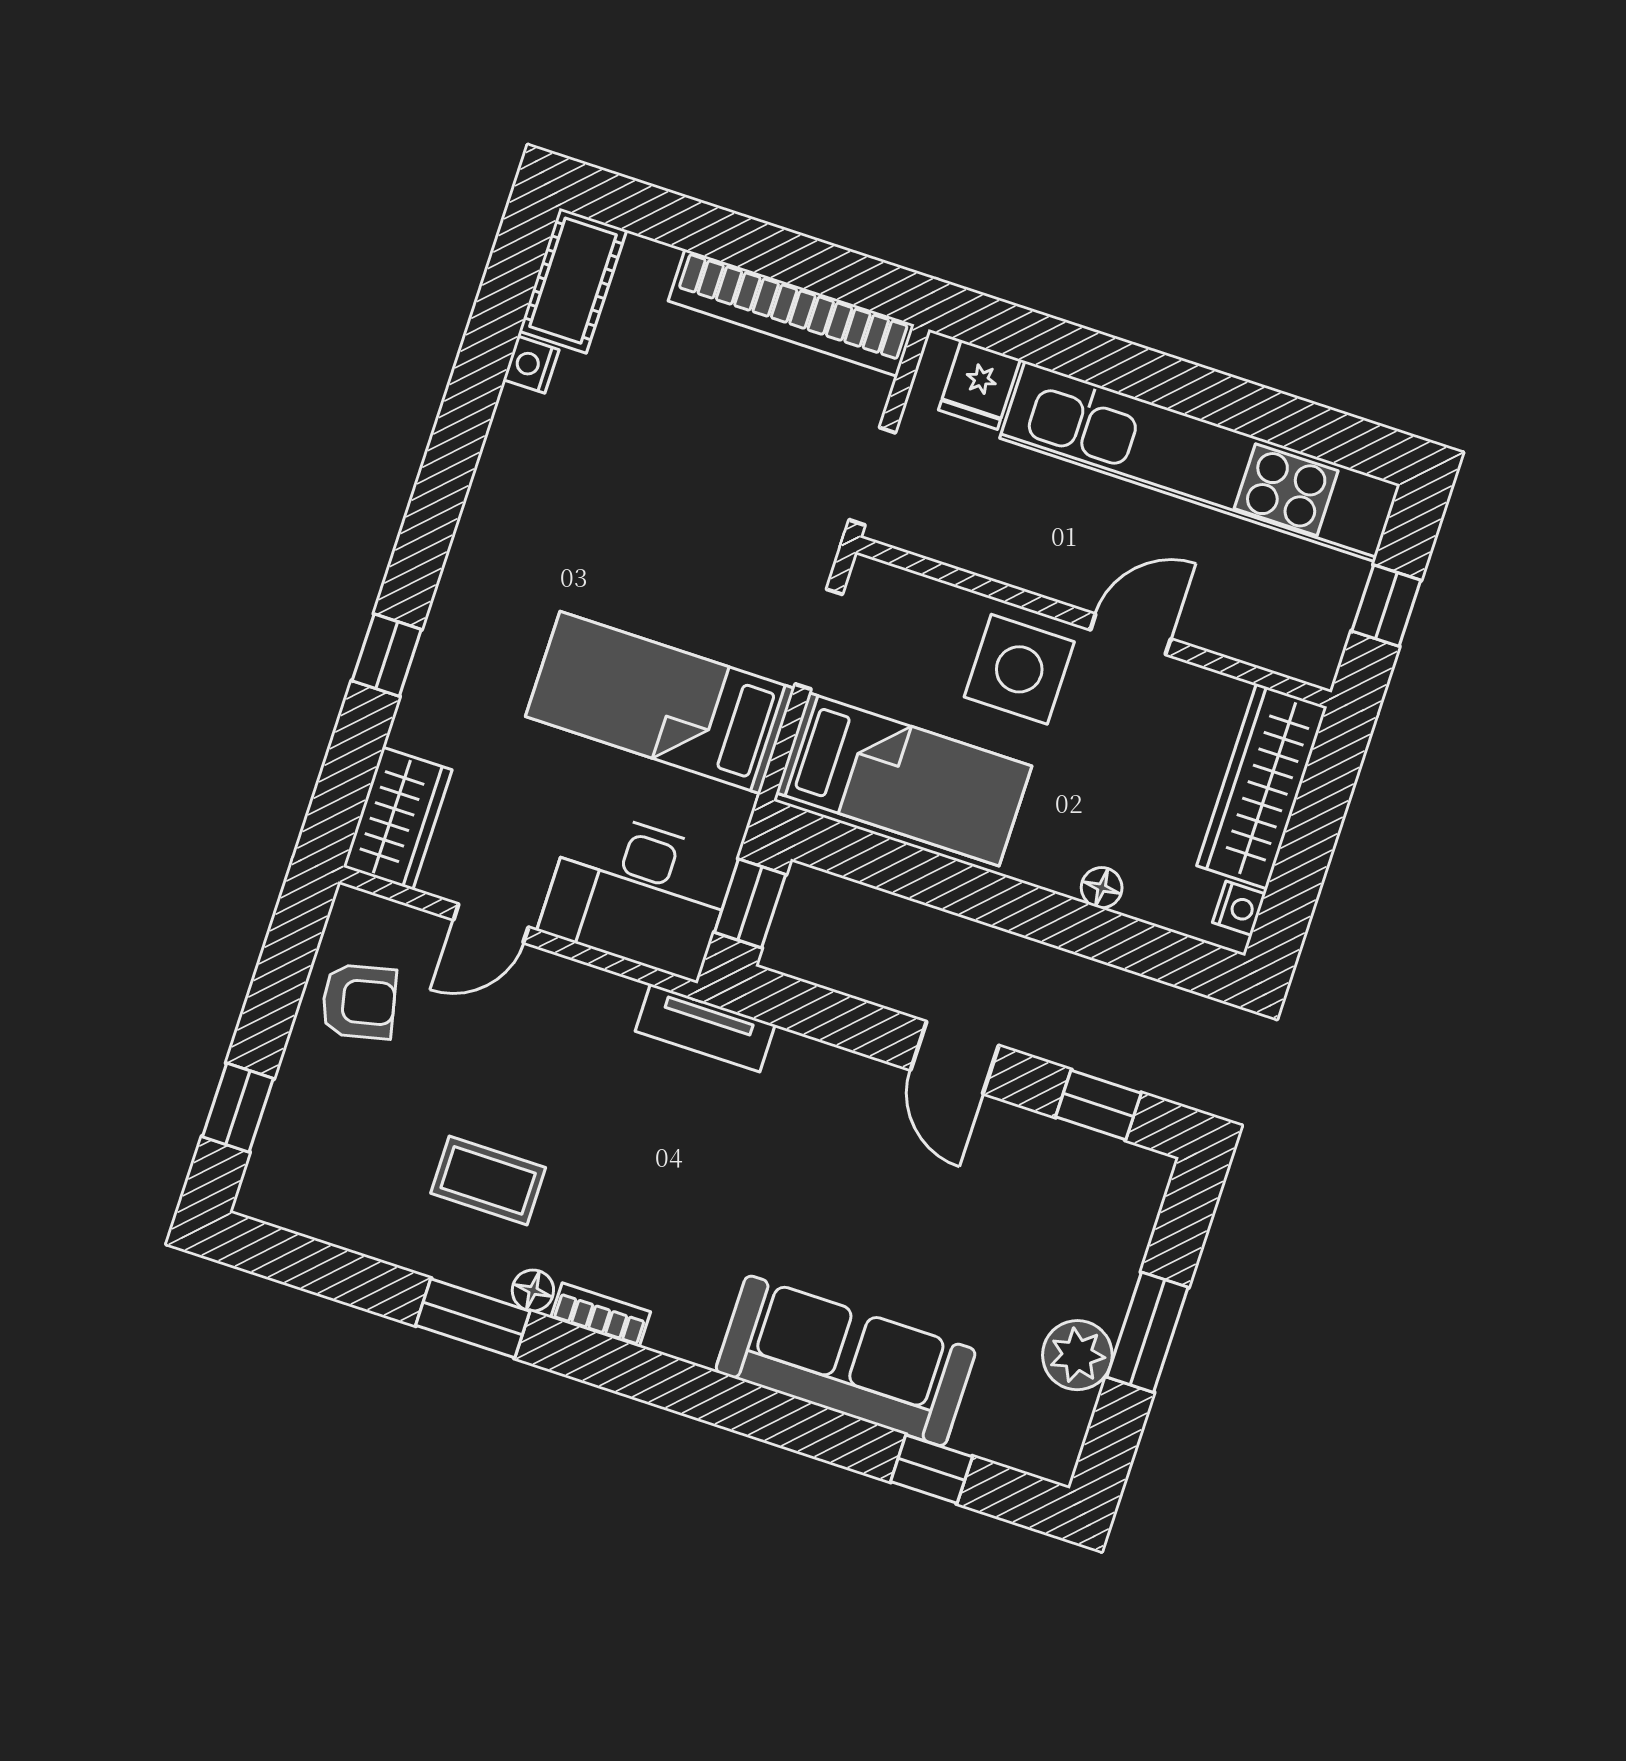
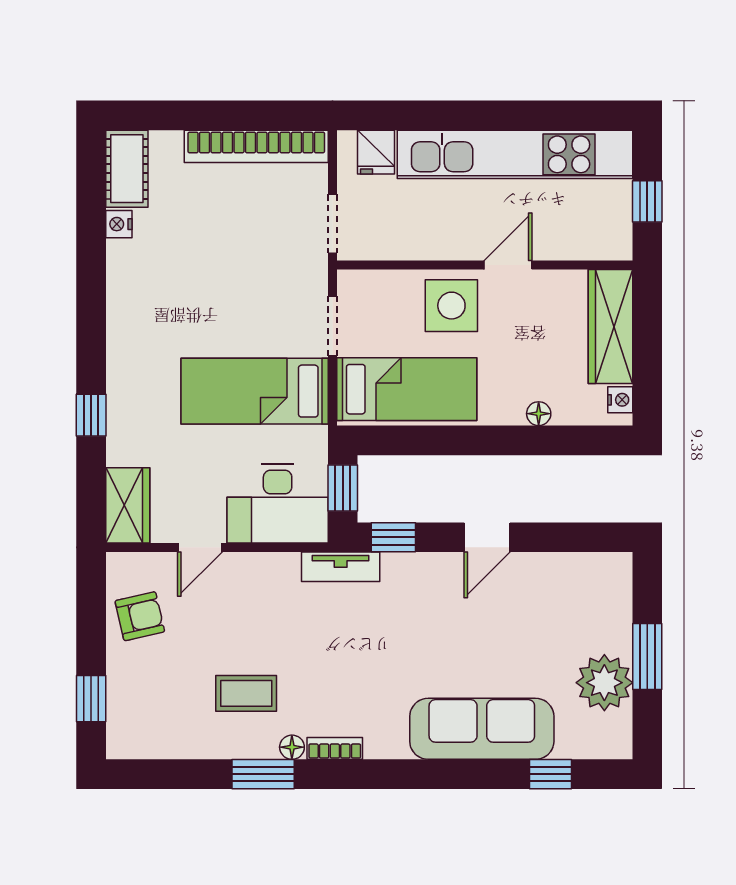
door: (955, 1058) -> (487, 537), hinge flipped
window: (1098, 1105) -> (393, 537), moved
plant: (1077, 1355) -> (604, 683), width x1.36, depth x1.36

